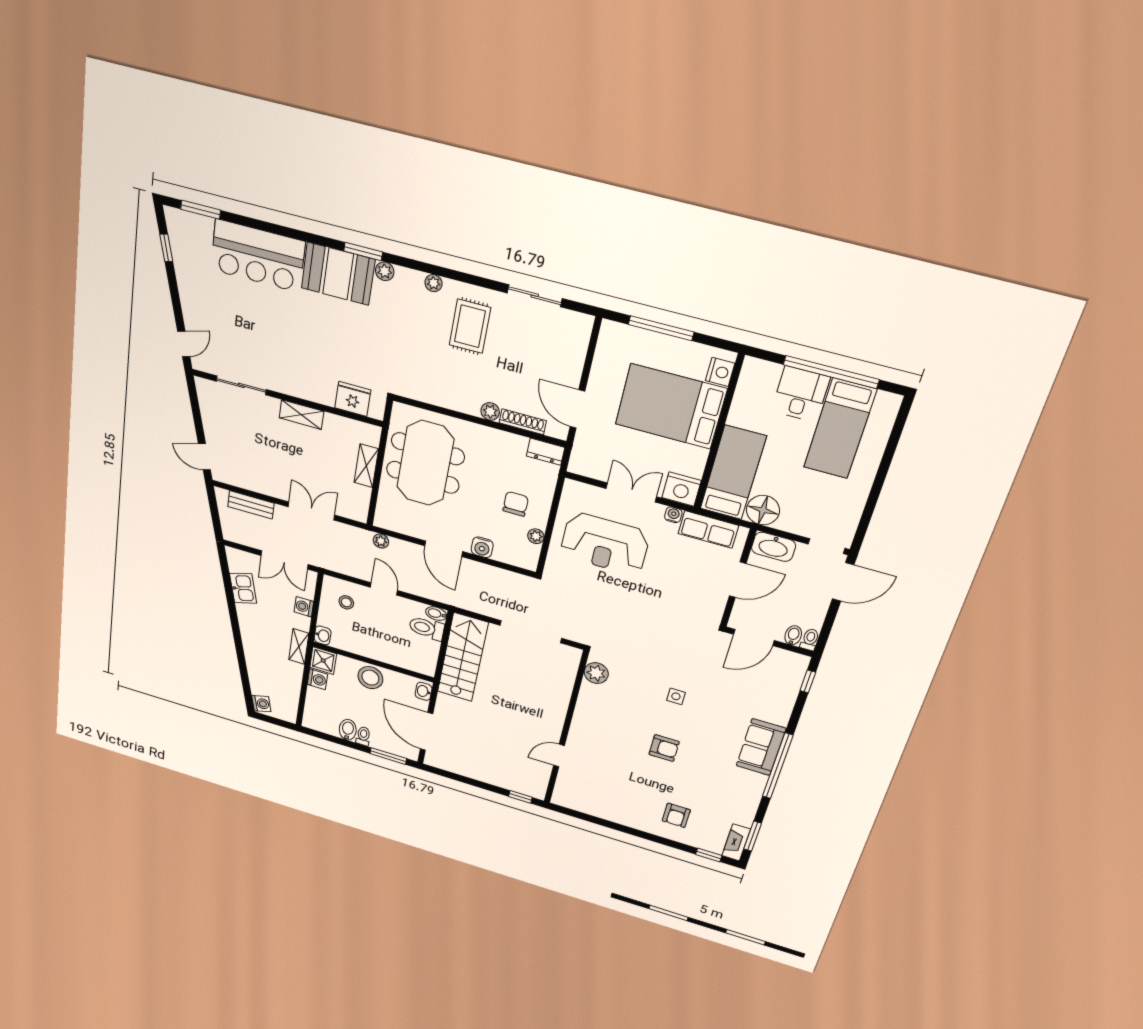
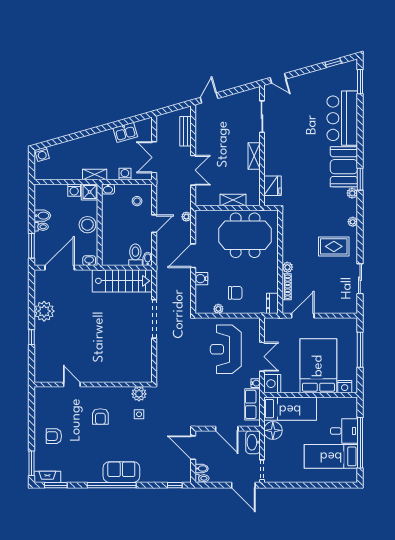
plant: (596, 673) -> (139, 394), moved
wall: (566, 729) -> (93, 384), moved
door: (559, 756) -> (72, 384), moved
plant: (486, 770) -> (44, 311), added
window: (709, 855) -> (31, 463), width x1.50

